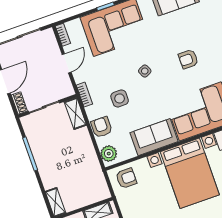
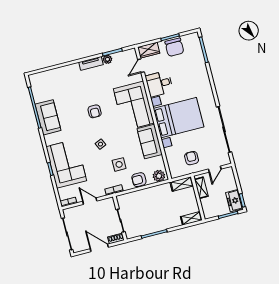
shelving: (75, 114) -> (182, 184), moved
armchair: (126, 178) -> (192, 158), moved

